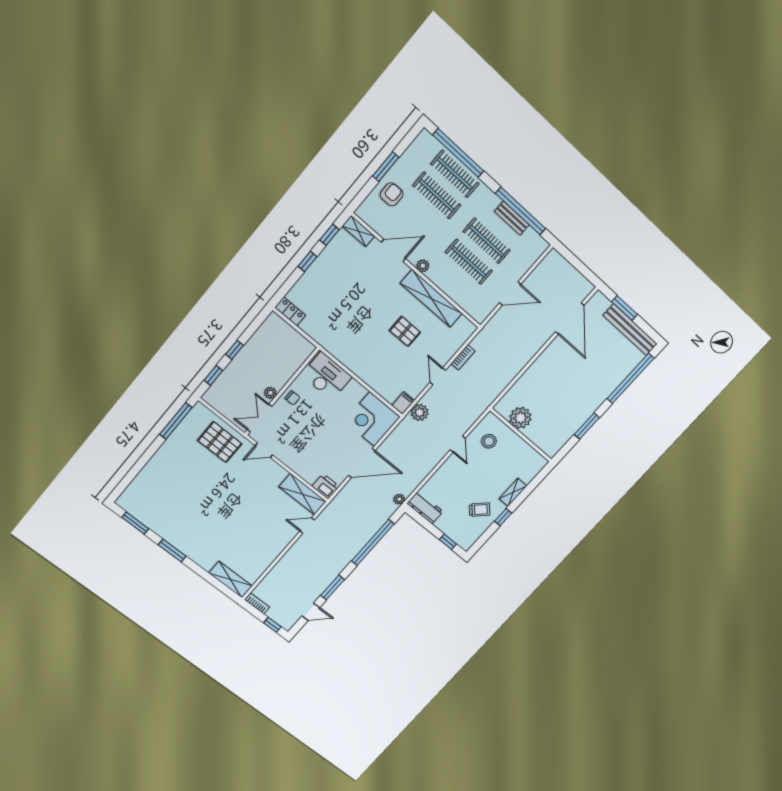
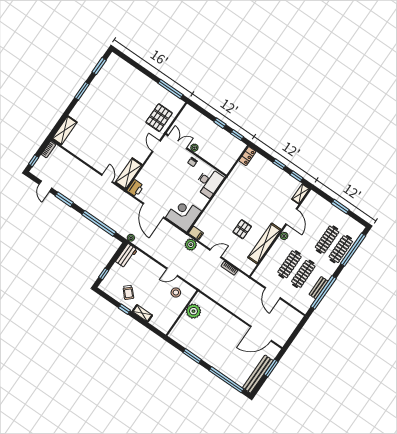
armchair: (392, 194) -> (325, 212), removed
window: (213, 375) -> (237, 135), moved

